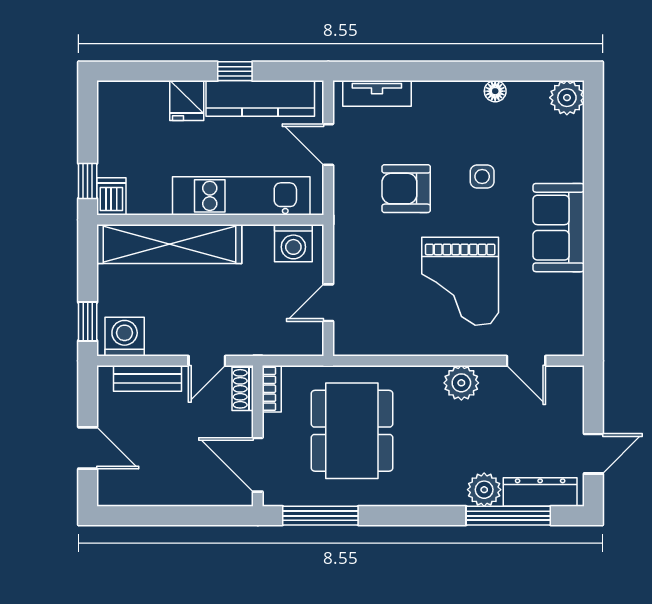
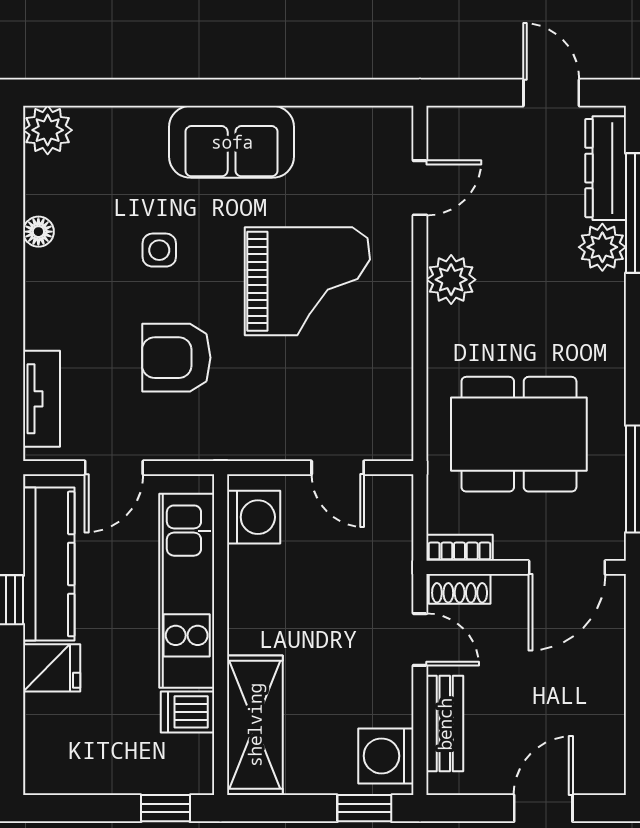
armchair: (406, 189) -> (176, 358), turned 90
dishwasher: (111, 196) -> (187, 712), moved
shelving: (170, 244) -> (255, 725), width x0.68

